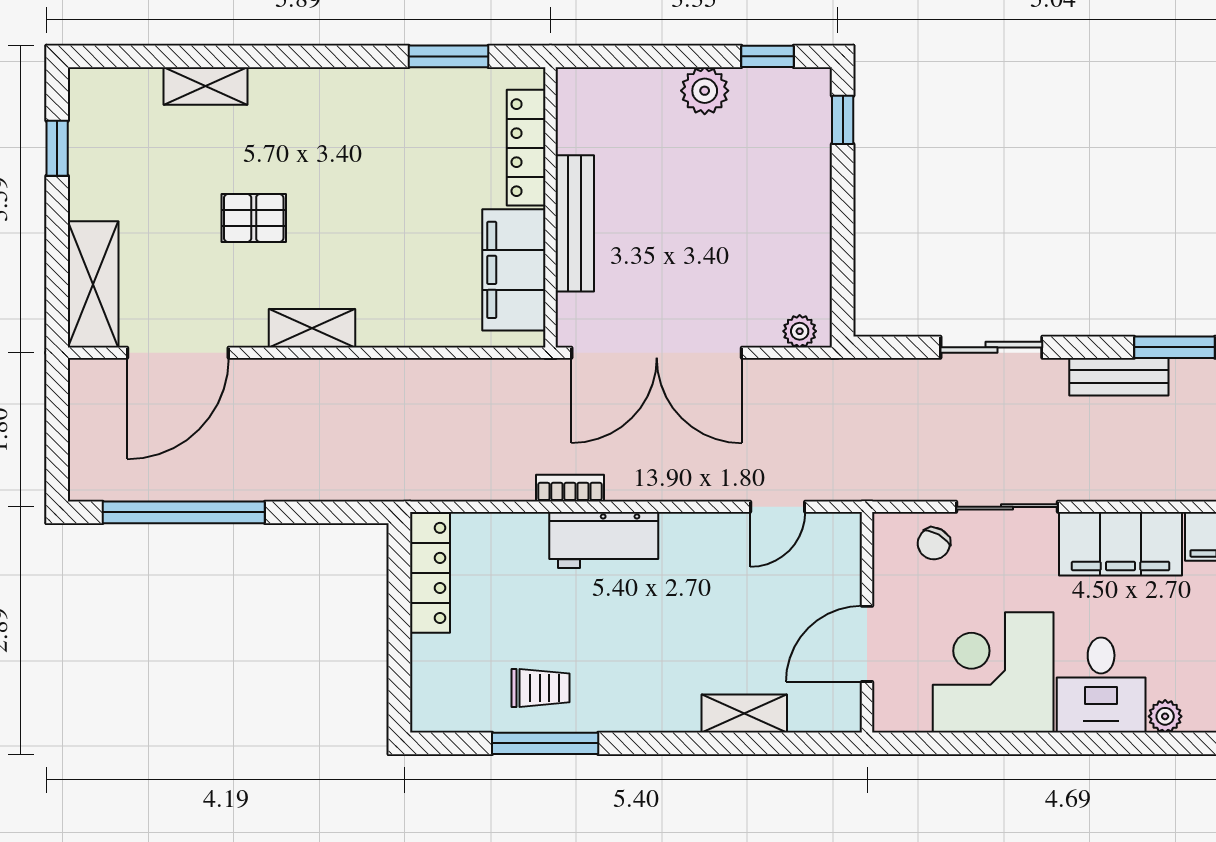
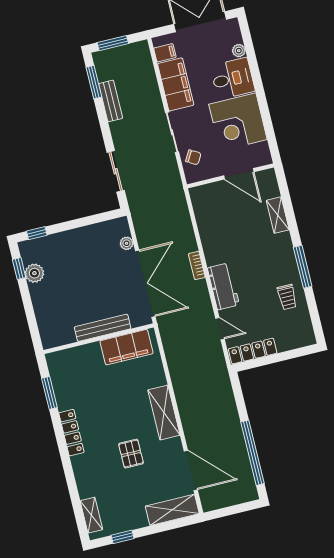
shelving: (206, 86) -> (91, 515), moved
plant: (705, 91) -> (34, 273), moved
locker: (526, 148) -> (71, 433), moved, turned -90
shelving: (312, 328) -> (164, 413), width x1.50, depth x1.33
plant: (800, 331) -> (127, 243), moved
sliding door: (991, 347) -> (116, 171), moved
bookcase: (570, 488) -> (197, 265), moved
door: (778, 507) -> (220, 329), moved
trolley: (540, 688) -> (287, 297), turned 180
window: (545, 743) -> (303, 267), moved

